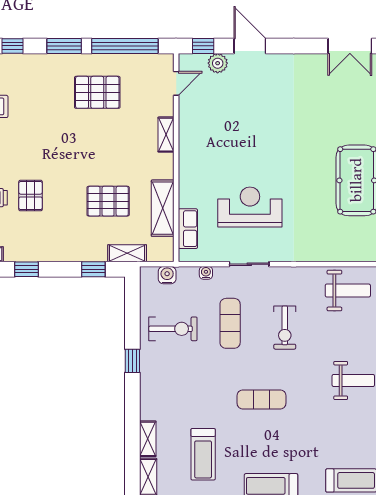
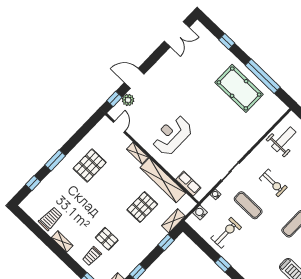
window: (125, 46) -> (81, 133), removed
reception desk: (250, 207) -> (172, 135), moved
shelving: (163, 208) -> (163, 180), width x1.47

